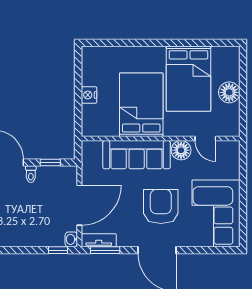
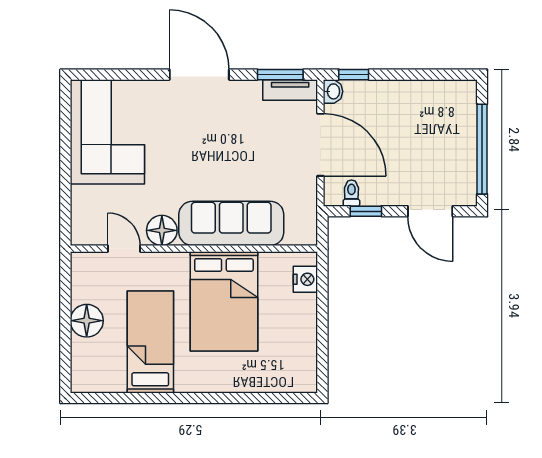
bed: (188, 79) -> (150, 342), width x0.67
nightstand: (89, 95) -> (305, 279), moved
toilet: (31, 174) -> (351, 193), moved
door: (79, 205) -> (320, 145), swing flipped
armchair: (161, 206) -> (193, 143), removed

